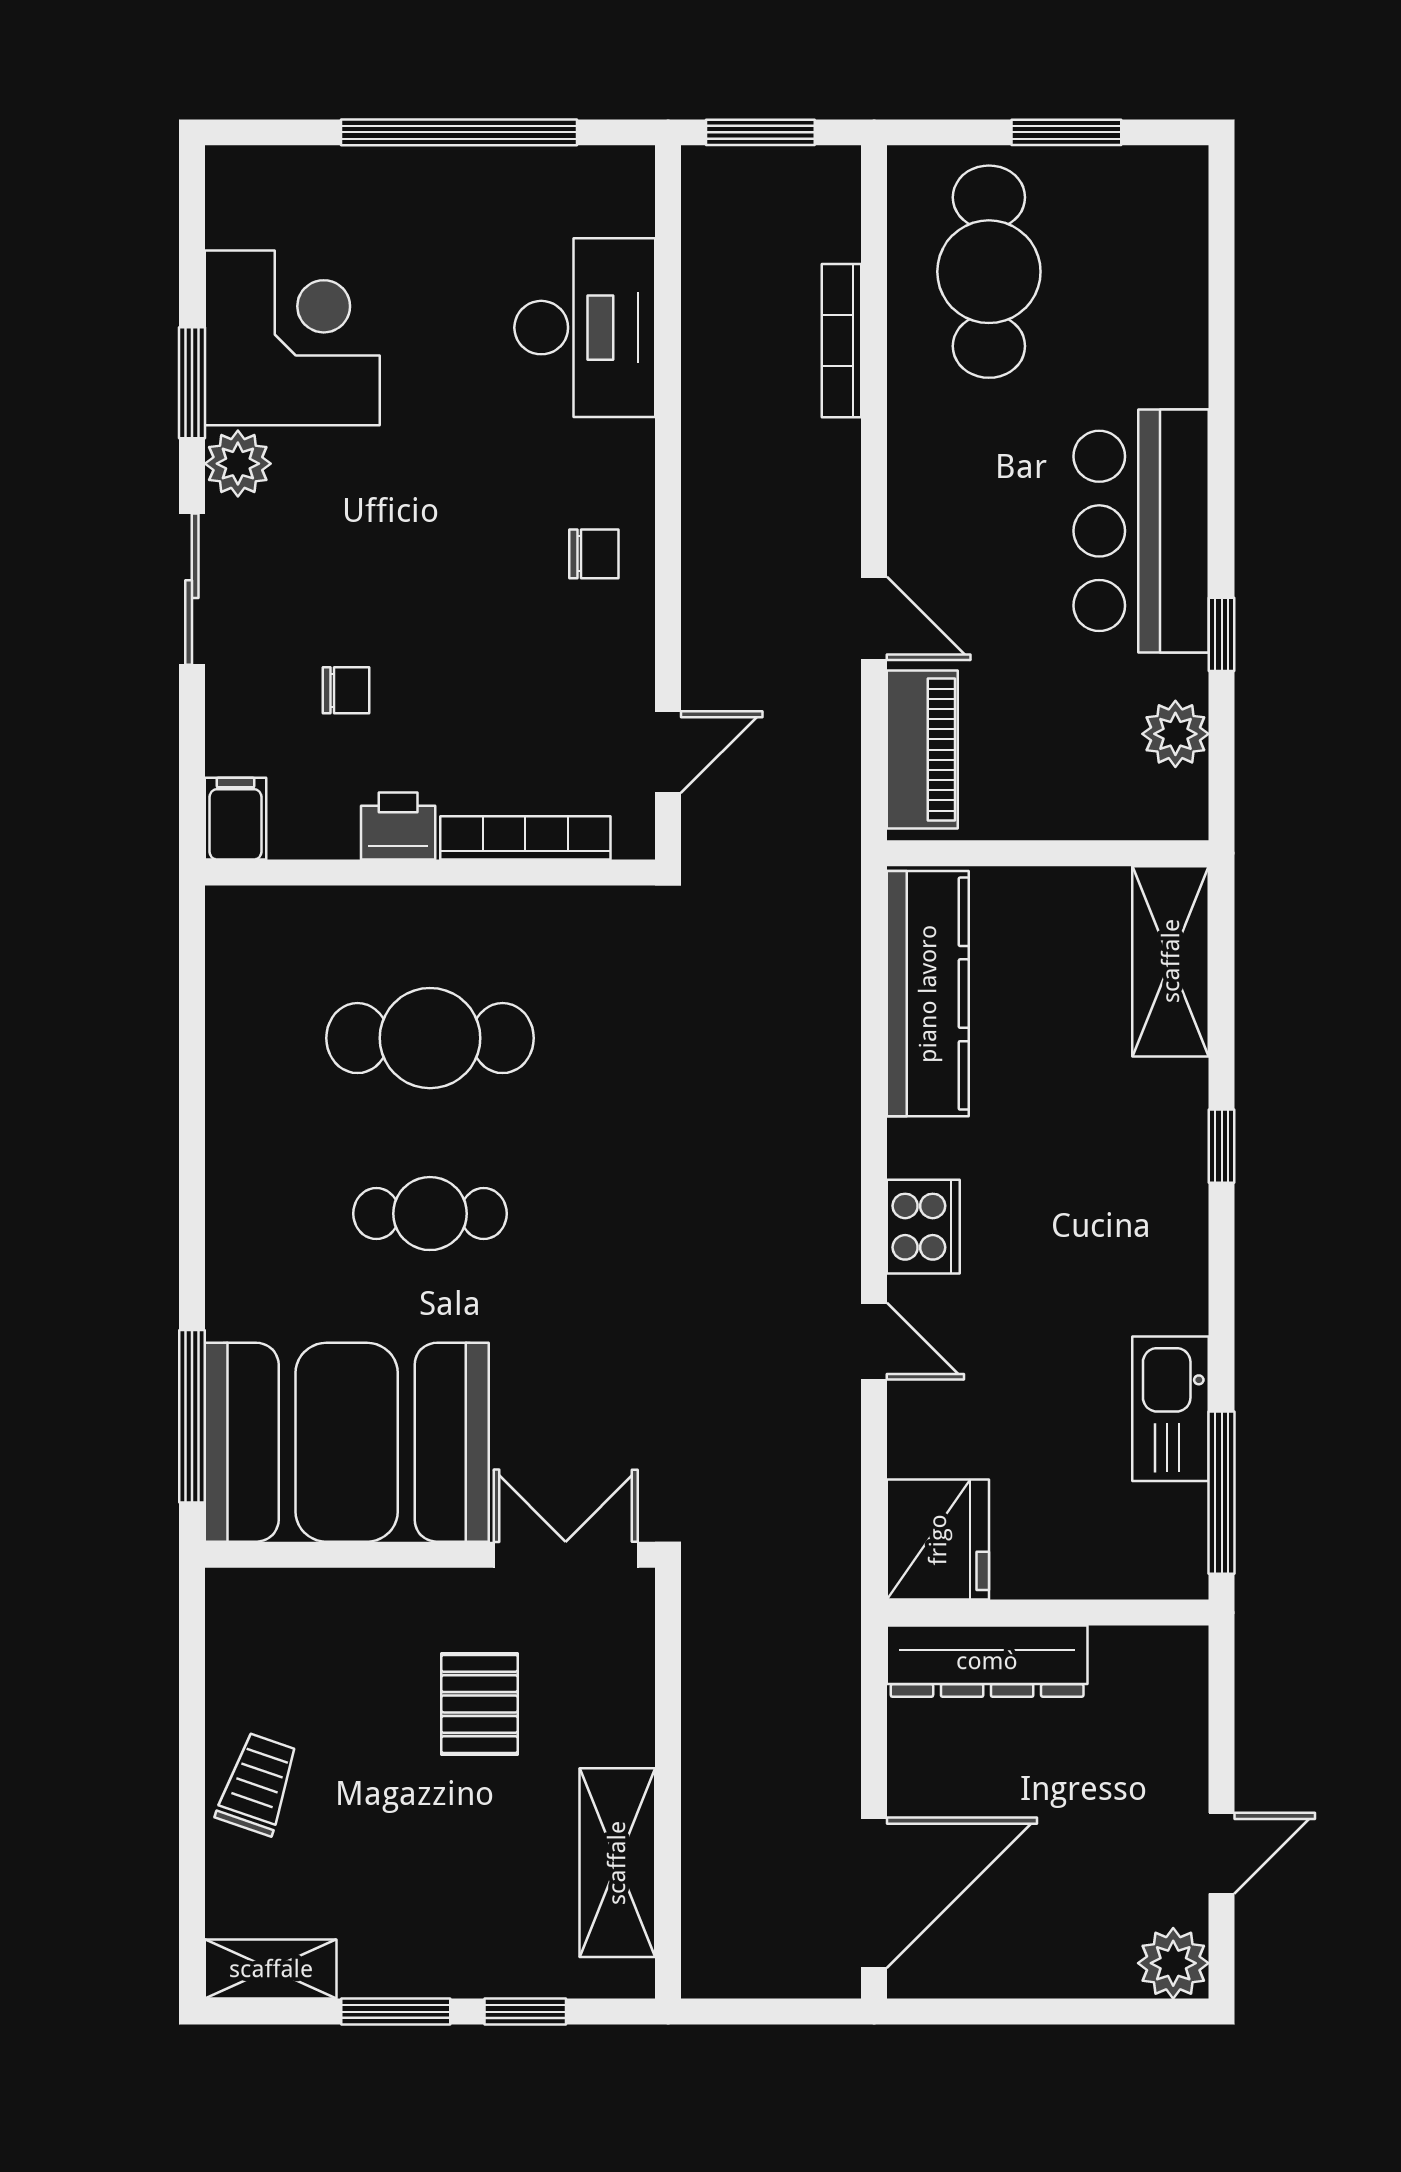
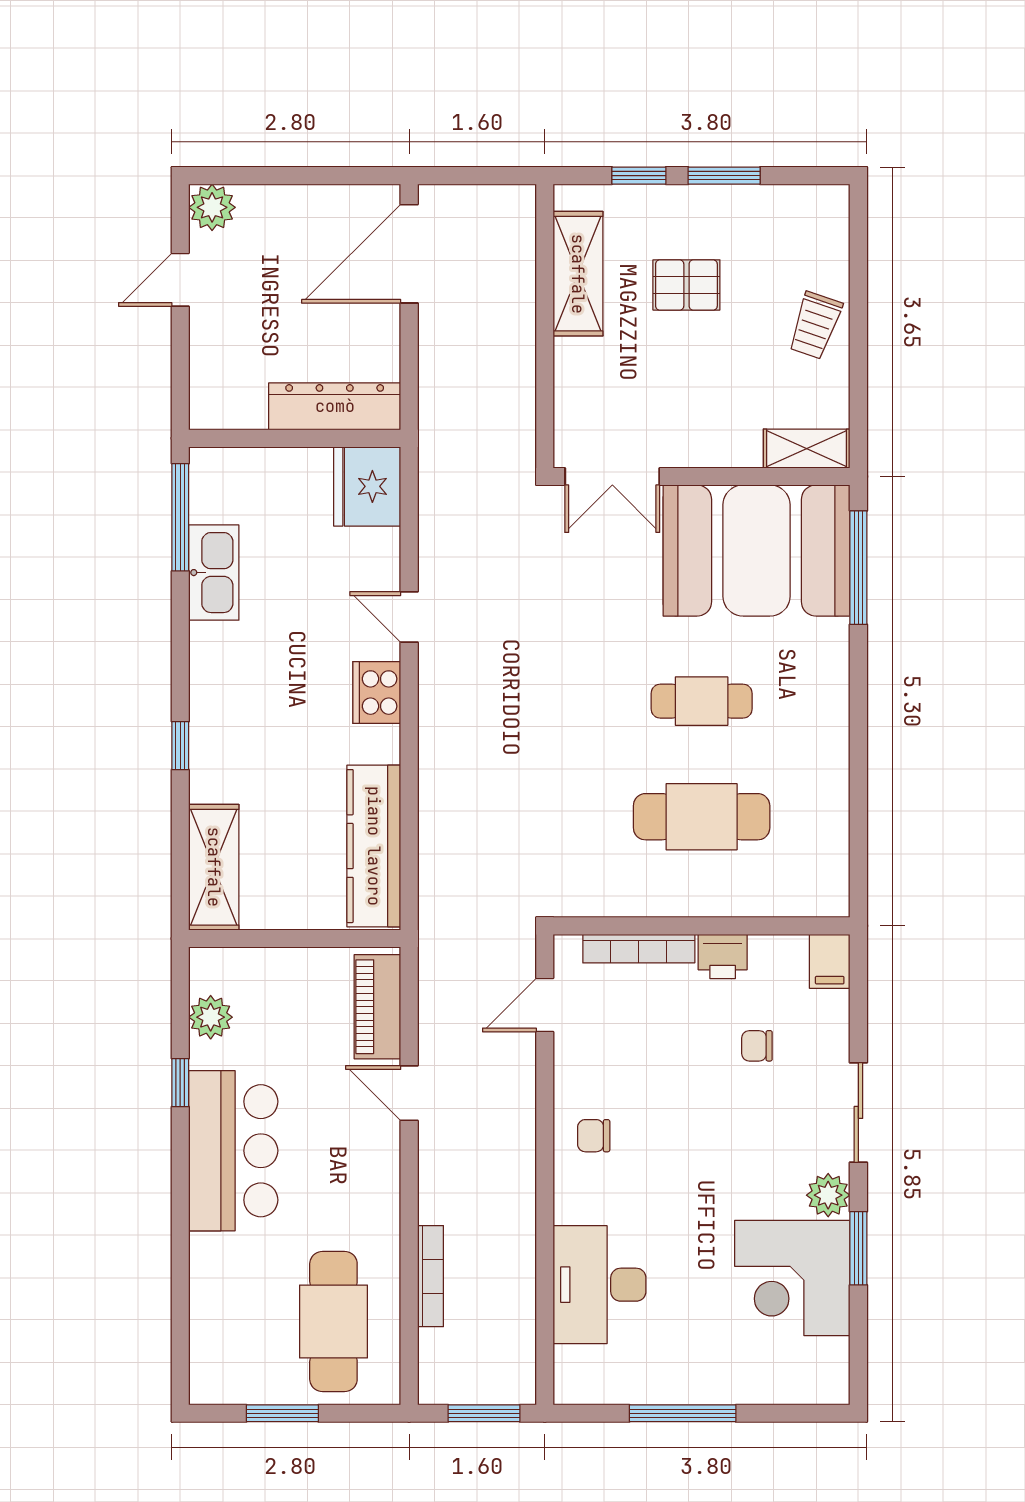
window: (459, 132) -> (683, 1413), width x0.68
pallet: (480, 1704) -> (686, 285), moved, turned 90
shelving: (271, 1969) -> (807, 449), moved

